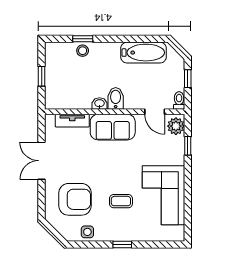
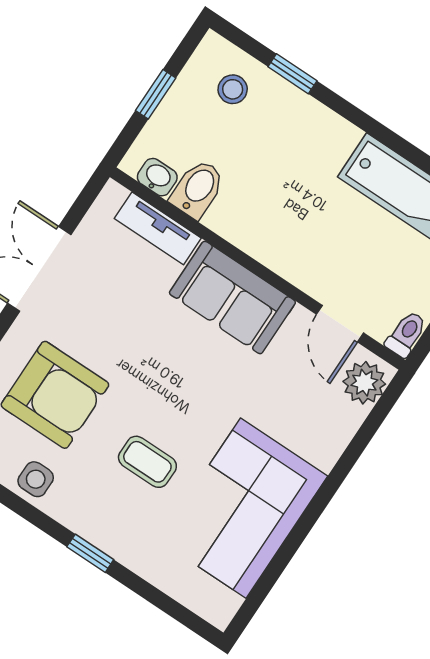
stool: (83, 51) -> (233, 89), moved
bidet: (116, 98) -> (198, 189), moved
washbasin: (99, 104) -> (157, 177), moved
window: (188, 146) -> (362, 439), removed

